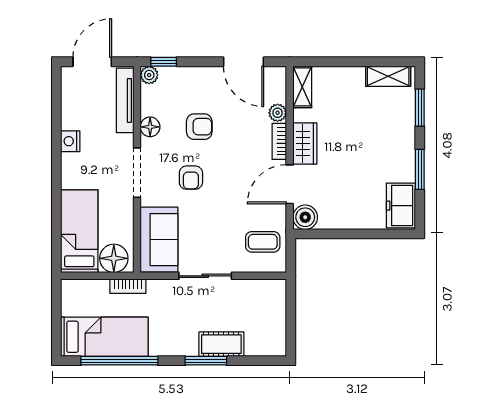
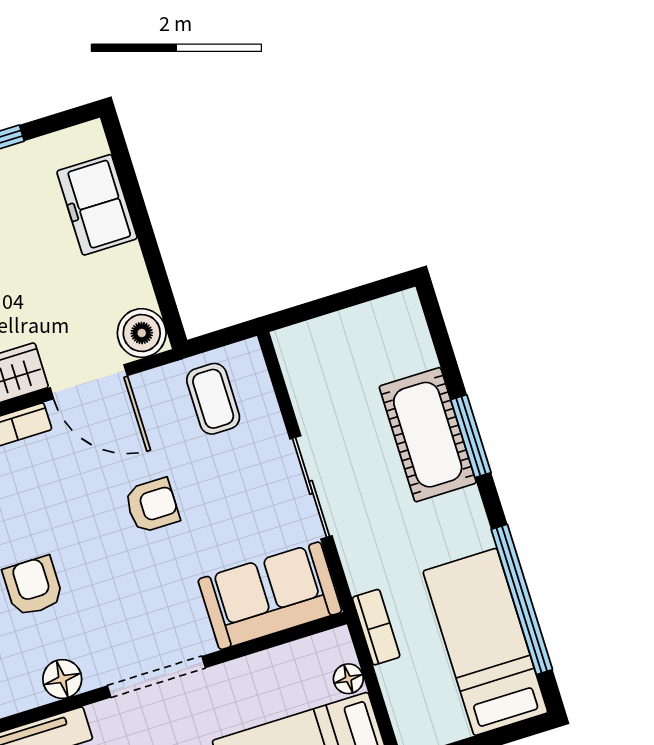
armchair: (191, 178) -> (152, 505), moved
freezer: (401, 206) -> (97, 205), moved, turned 90
floor lamp: (114, 258) -> (348, 679), width x0.53, depth x0.53
cot: (221, 344) -> (428, 435), width x1.37, depth x1.34

